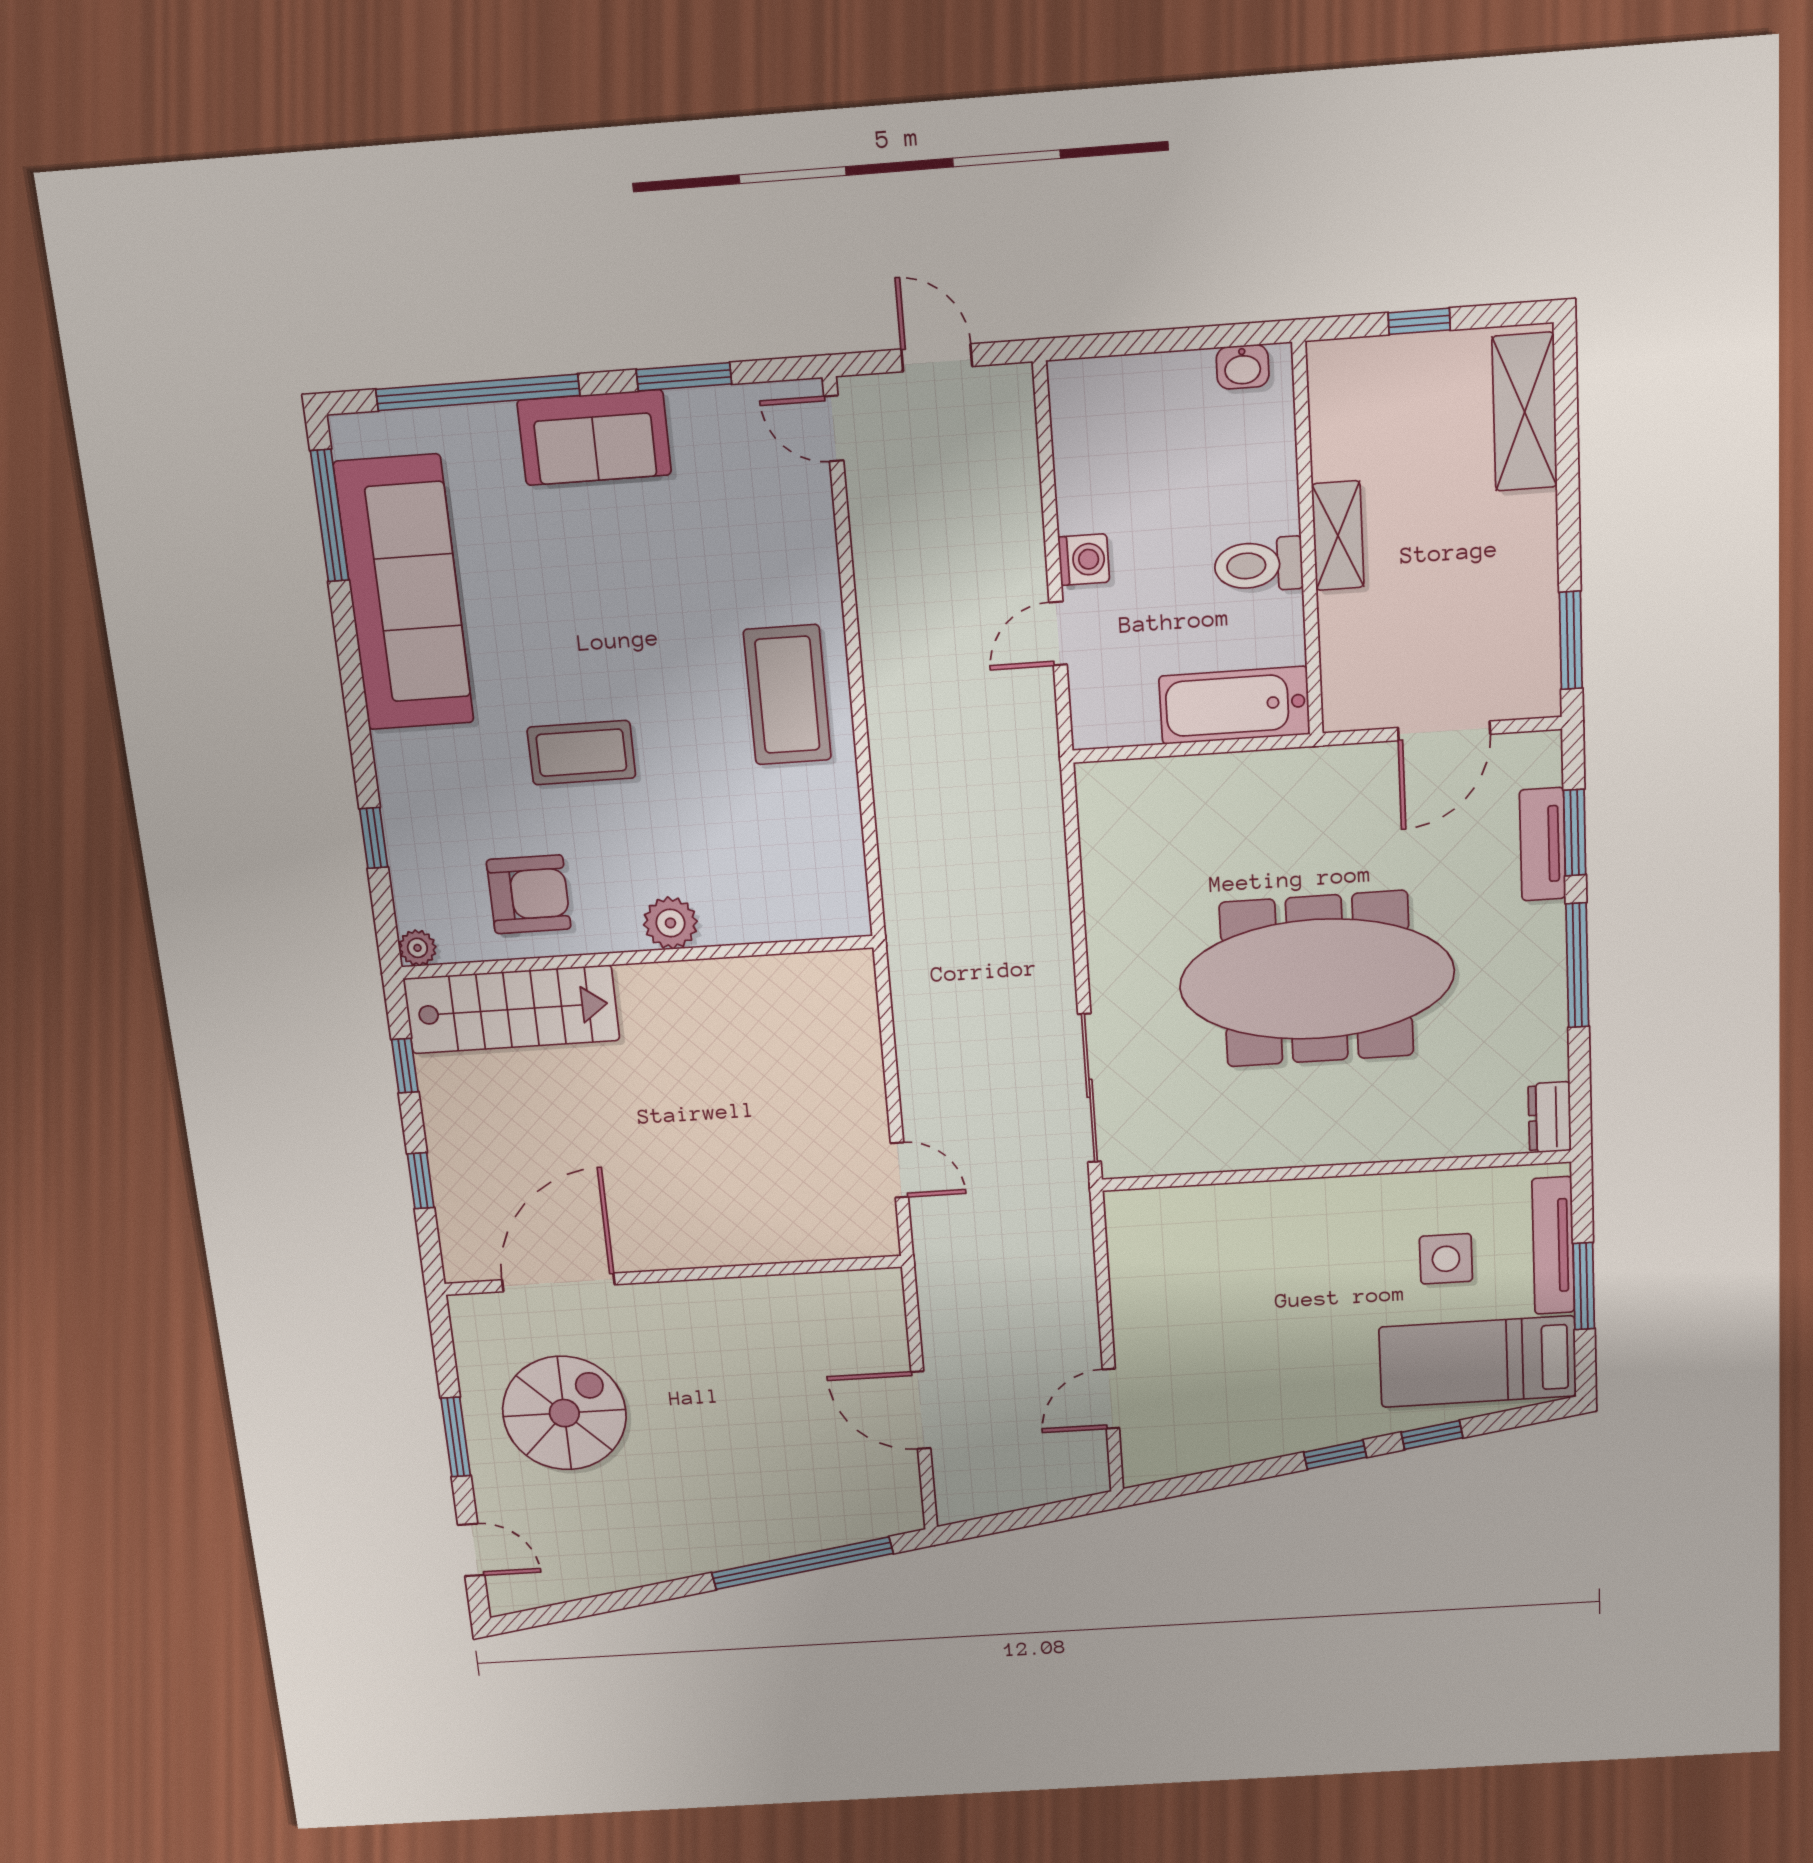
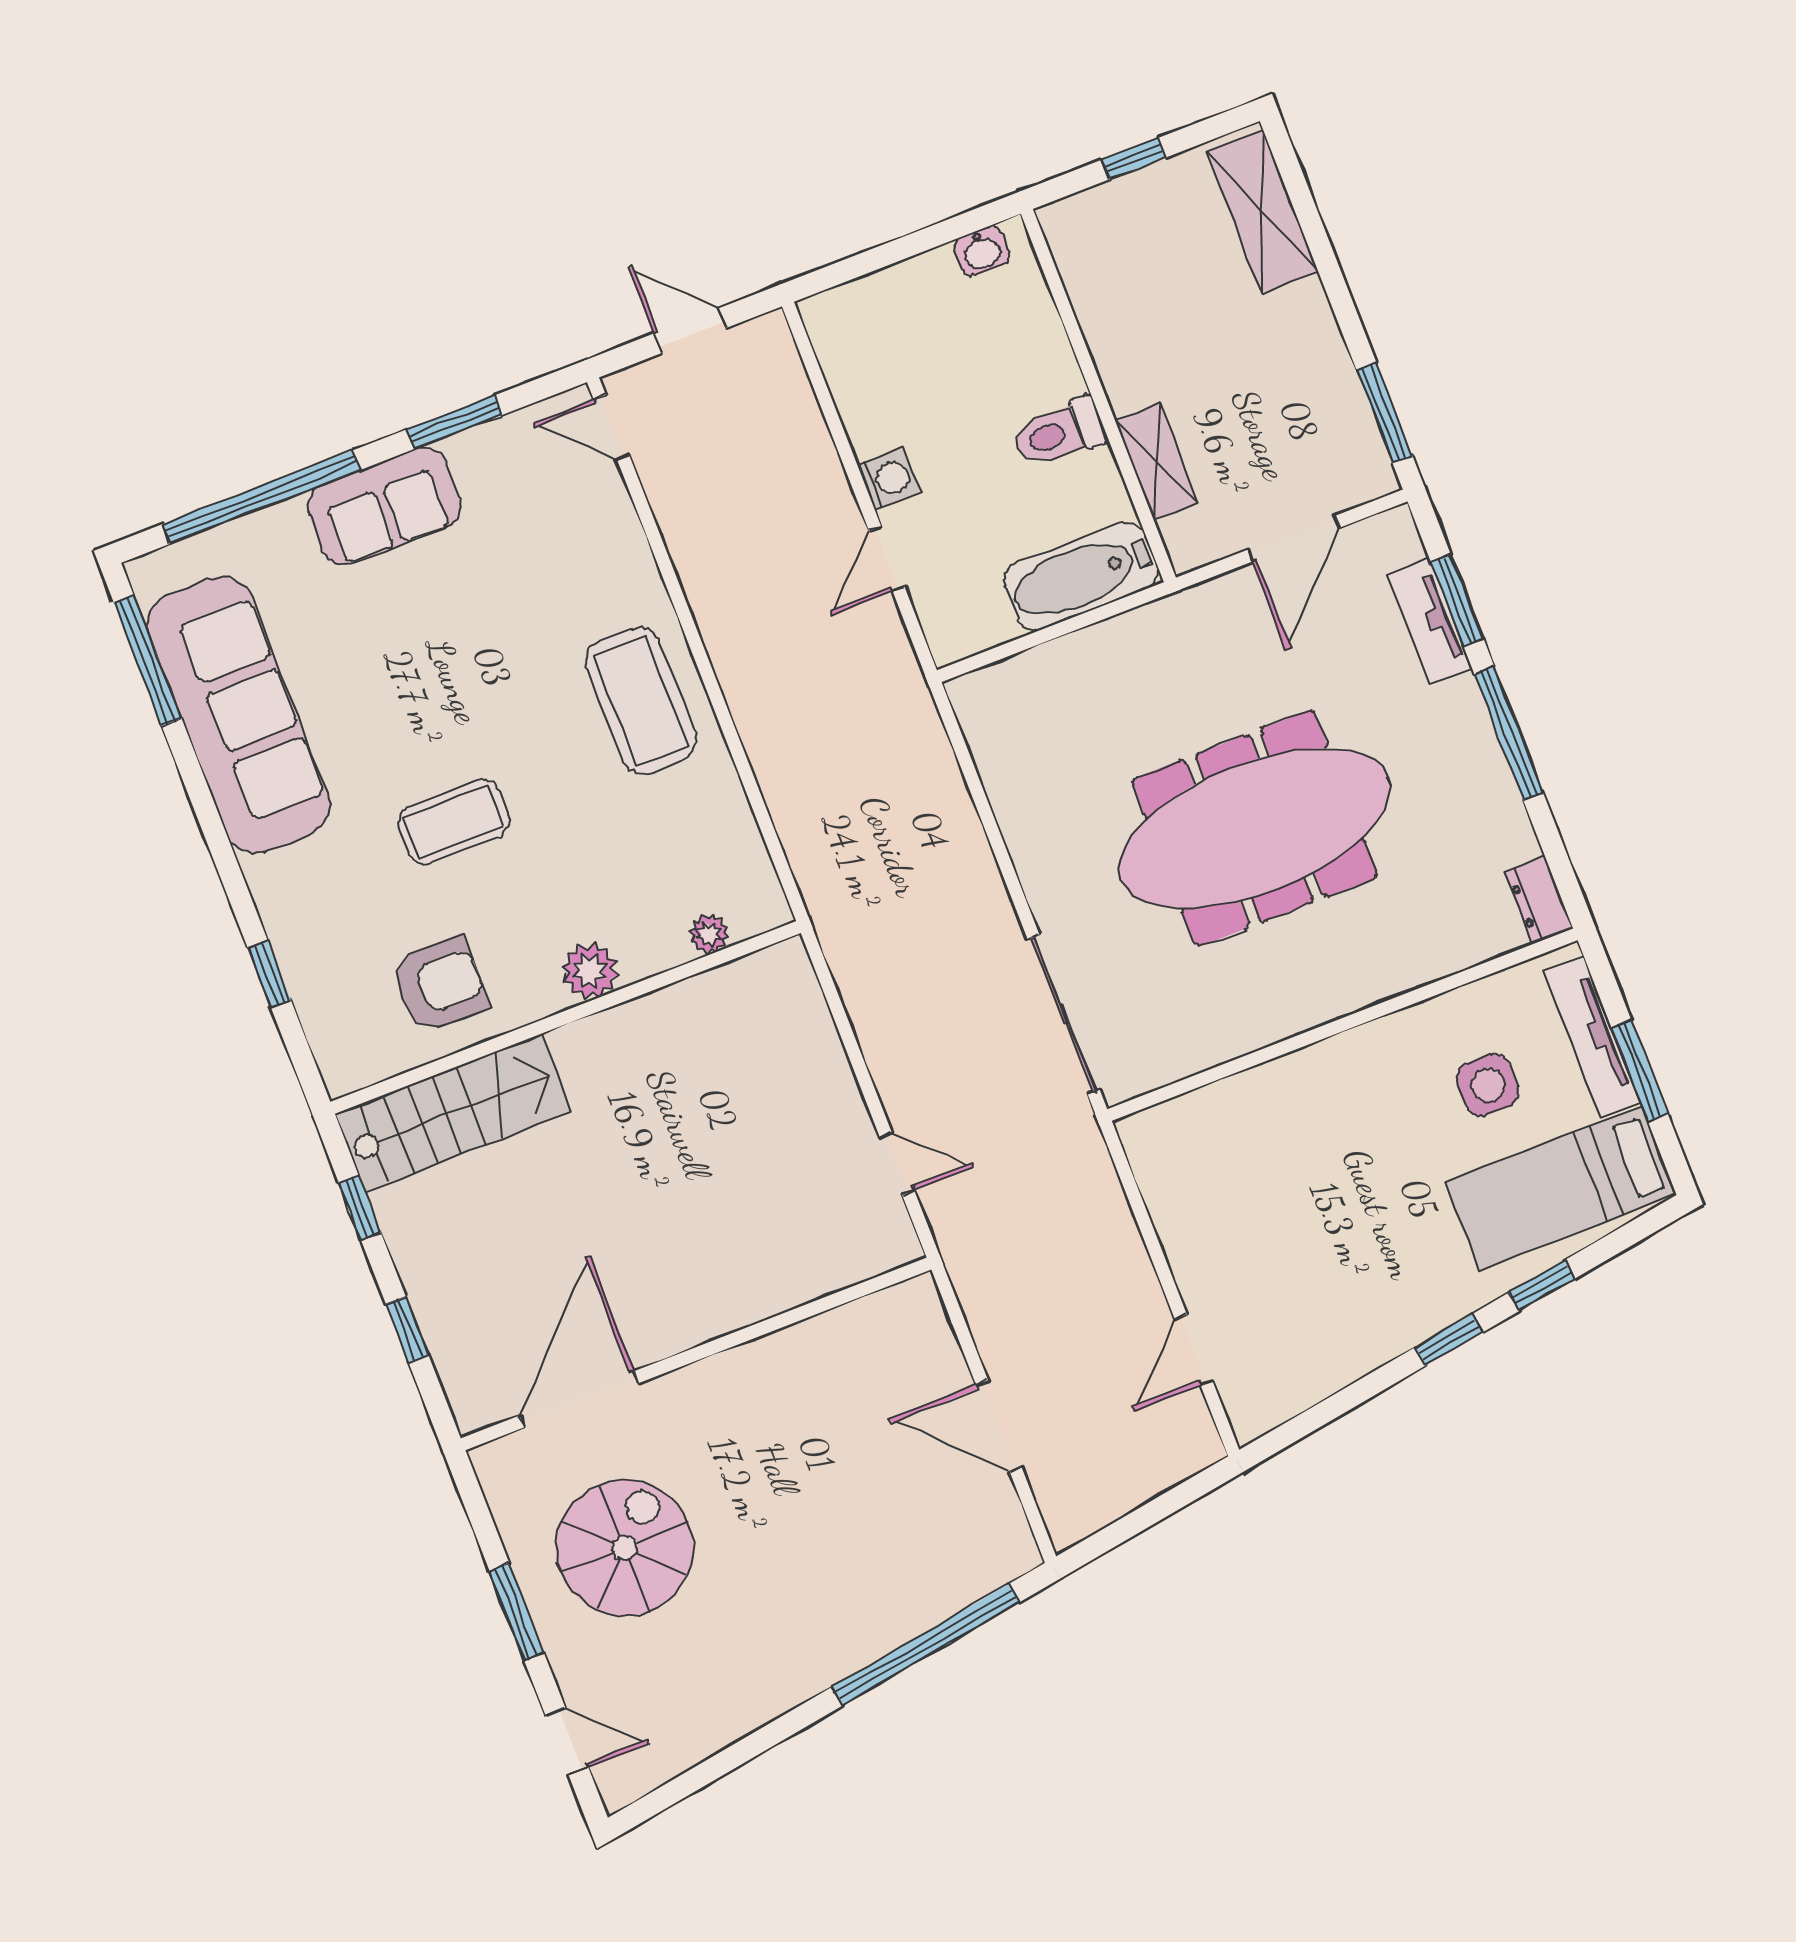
shelving: (1338, 536) -> (1157, 462), moved
plant: (417, 948) -> (709, 934), moved

